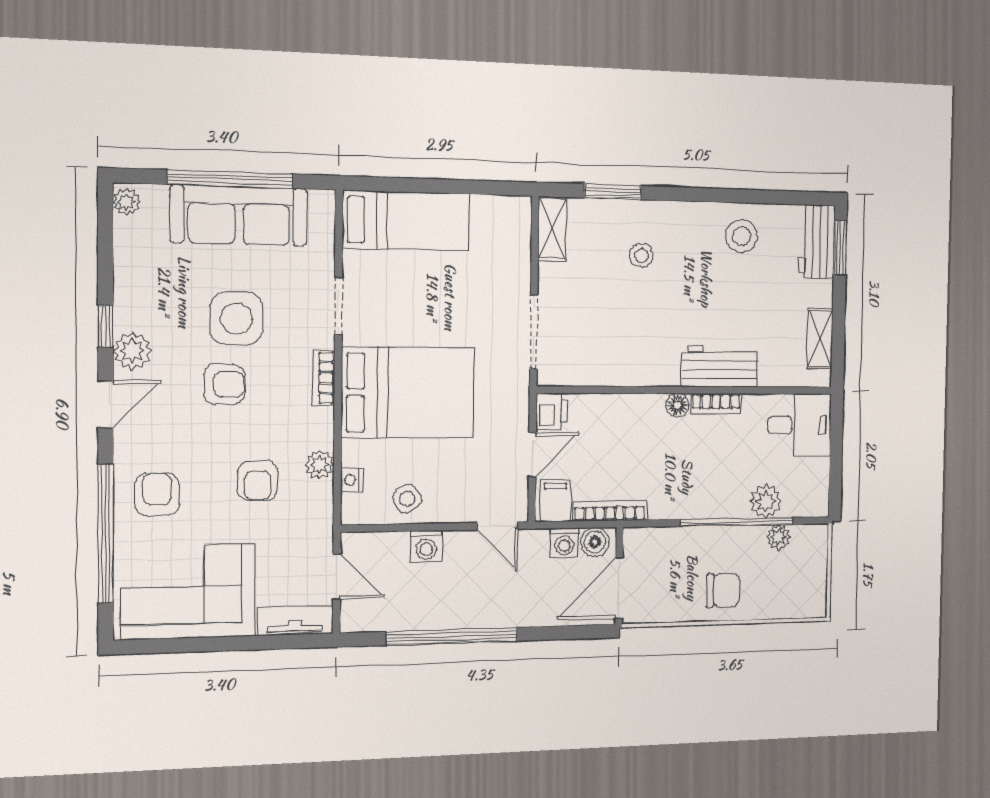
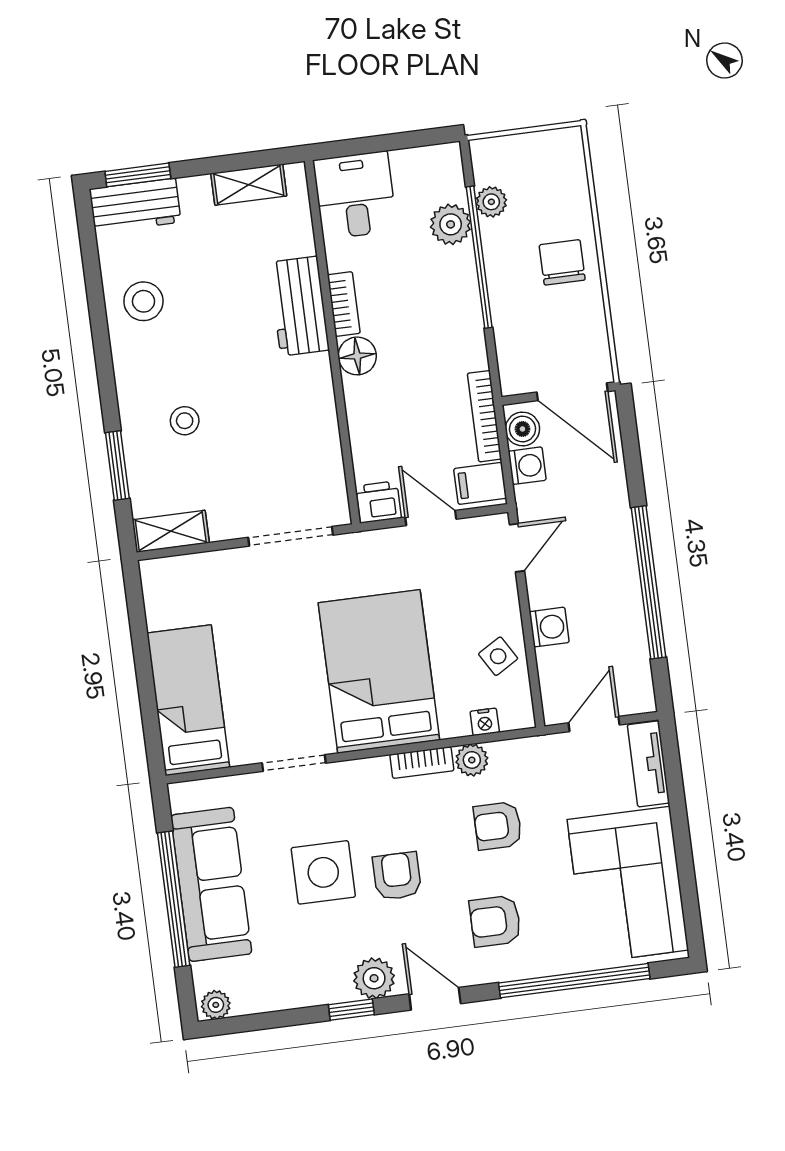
bookcase: (324, 378) -> (422, 763), moved
floor lamp: (677, 405) -> (357, 356), width x1.37, depth x1.37
armchair: (258, 481) -> (498, 826), turned 180
armchair: (157, 494) -> (495, 921), moved

